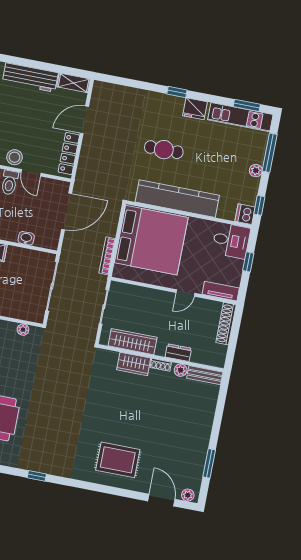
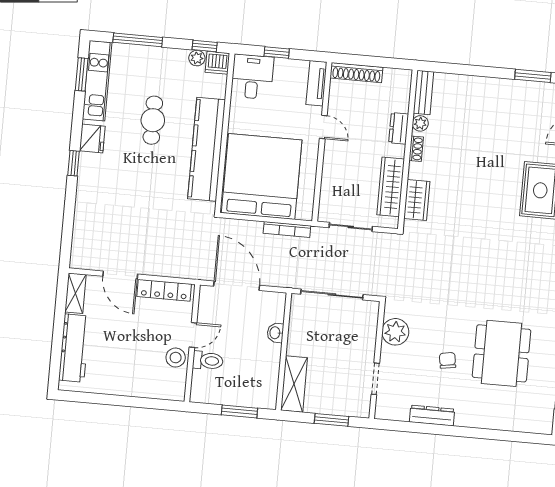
cafe table: (164, 150) -> (153, 120), moved
plant: (256, 171) -> (197, 58), moved
plant: (23, 330) -> (395, 332), width x1.88, depth x1.88
wardrobe: (134, 364) -> (417, 200), moved

